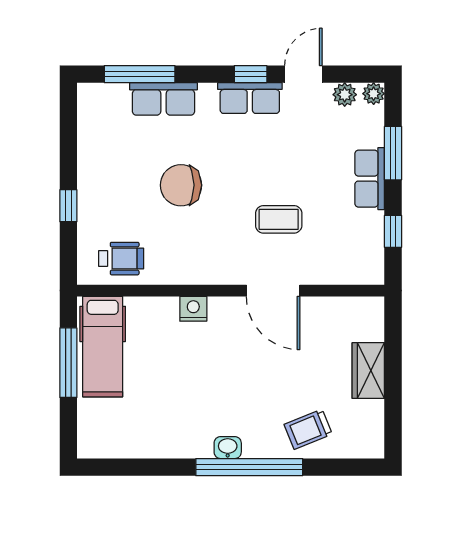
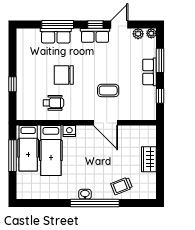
window: (140, 74) -> (58, 24), moved
wheelchair: (121, 259) -> (53, 103), moved
hospital bed: (153, 351) -> (51, 150), added

